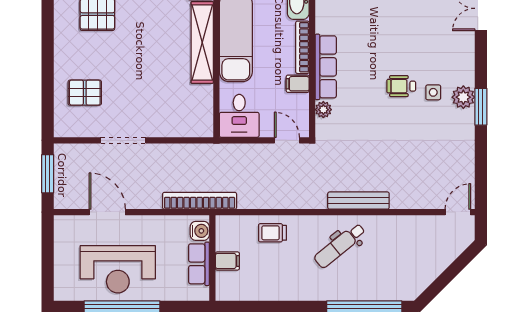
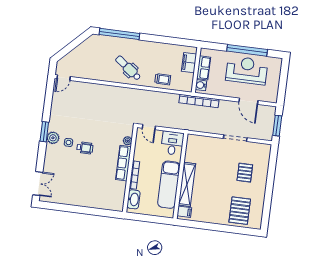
filing cabinet: (298, 84) -> (139, 156), removed
pallet: (85, 93) -> (245, 173), moved, turned 90
bench: (358, 201) -> (115, 90), removed
dental chair: (340, 245) -> (128, 68), turned -104
filing cabinet: (227, 261) -> (189, 63), width x2.00

